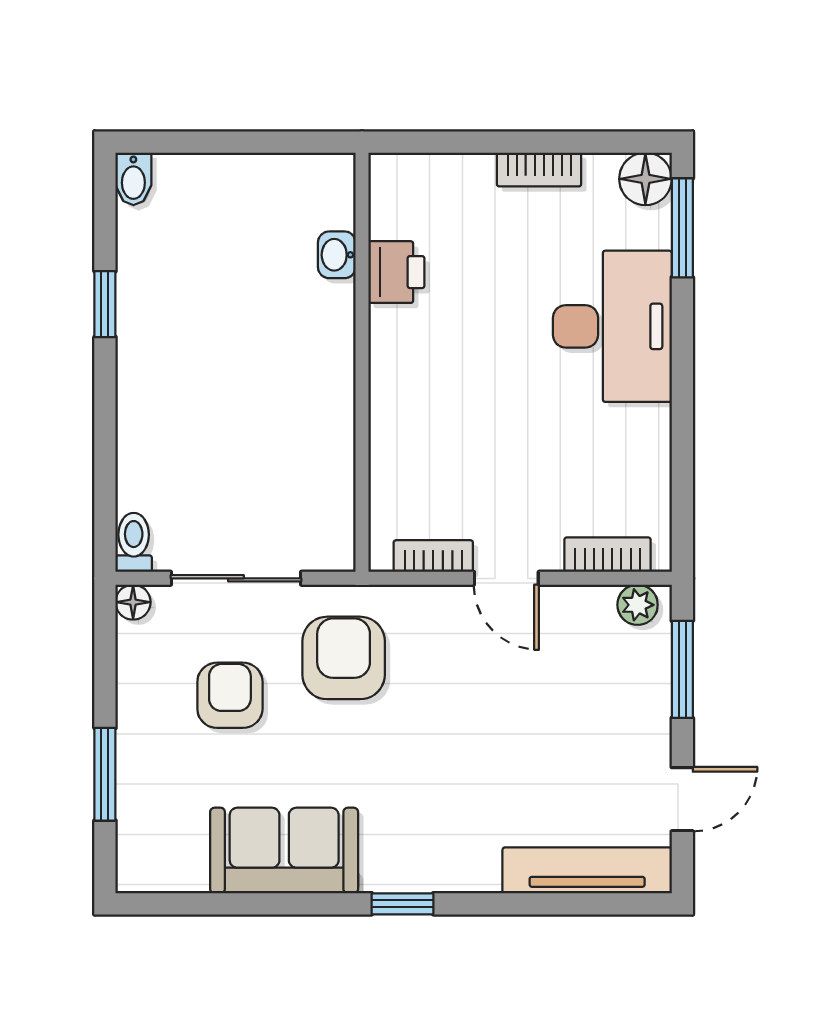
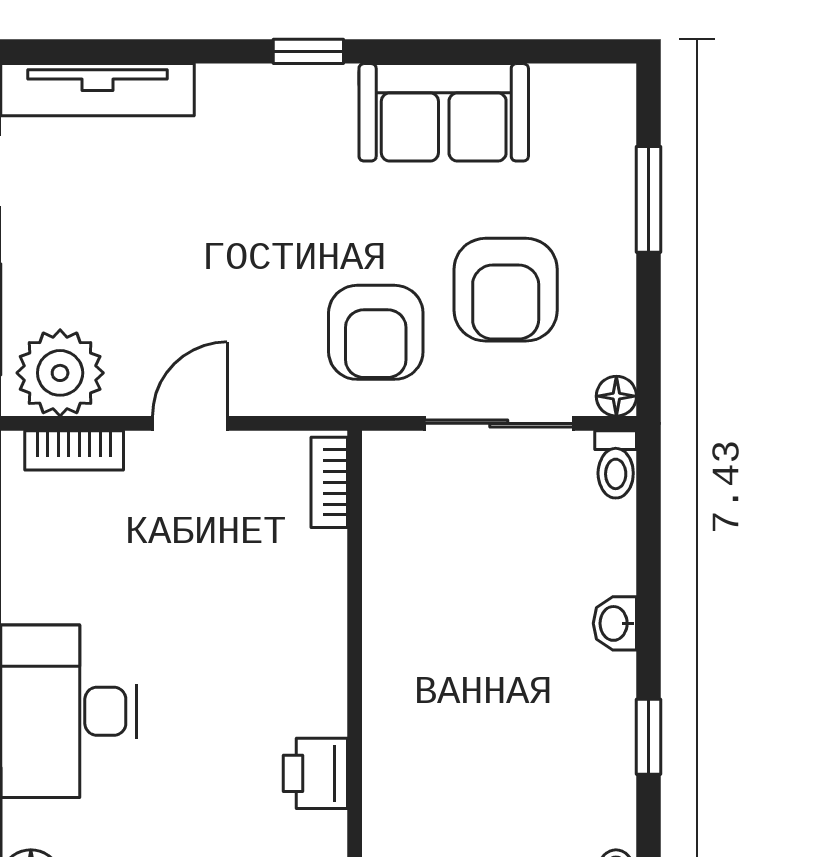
washbasin: (337, 255) -> (615, 623), moved, turned 180
bookcase: (433, 556) -> (329, 482), moved, turned 90
door: (506, 578) -> (190, 423), hinge flipped
plant: (638, 605) -> (60, 373), width x1.88, depth x1.88
armchair: (230, 695) -> (506, 290), width x1.38, depth x1.38

